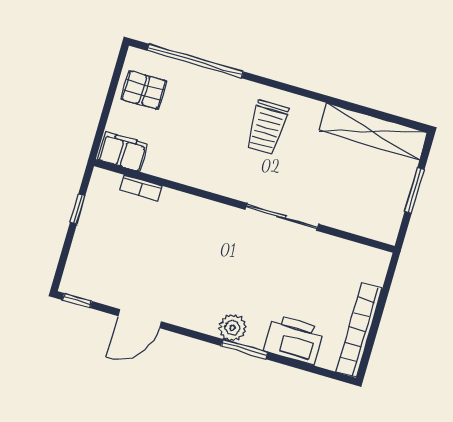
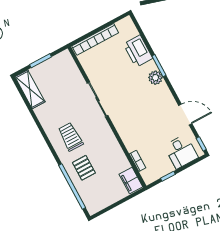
pallet: (144, 90) -> (84, 168), moved
trolley: (267, 127) -> (70, 137), turned -90
shelving: (373, 131) -> (30, 89), width x0.68
desk: (94, 261) -> (181, 152), added
bookcase: (359, 330) -> (95, 39), moved

